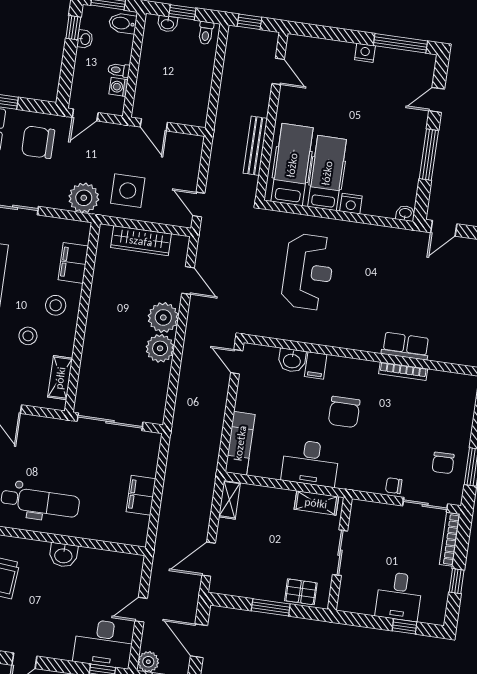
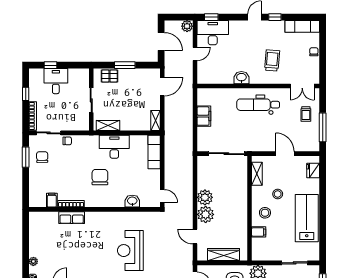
filing cabinet: (73, 263) -> (259, 232), width x0.50
filing cabinet: (316, 365) -> (52, 200), moved

